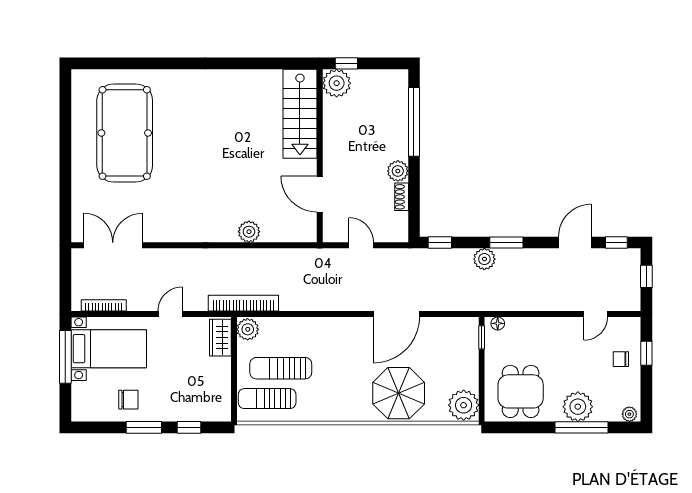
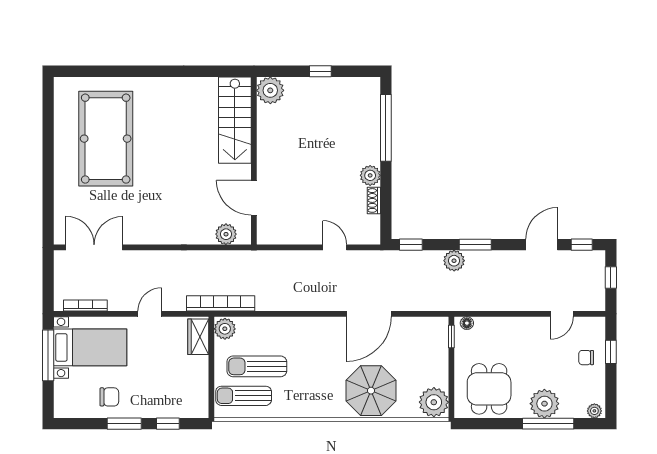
plant: (337, 83) -> (270, 90), moved
stairs: (300, 114) -> (235, 120), moved
wall: (320, 156) -> (254, 161), moved
door: (320, 194) -> (254, 198), moved

